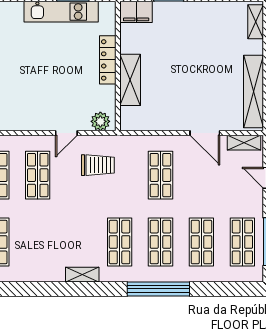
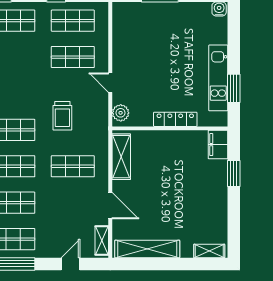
shelving: (130, 80) -> (121, 157), moved, turned 90
door: (205, 133) -> (110, 206), swing flipped
trolley: (98, 165) -> (62, 116), moved

